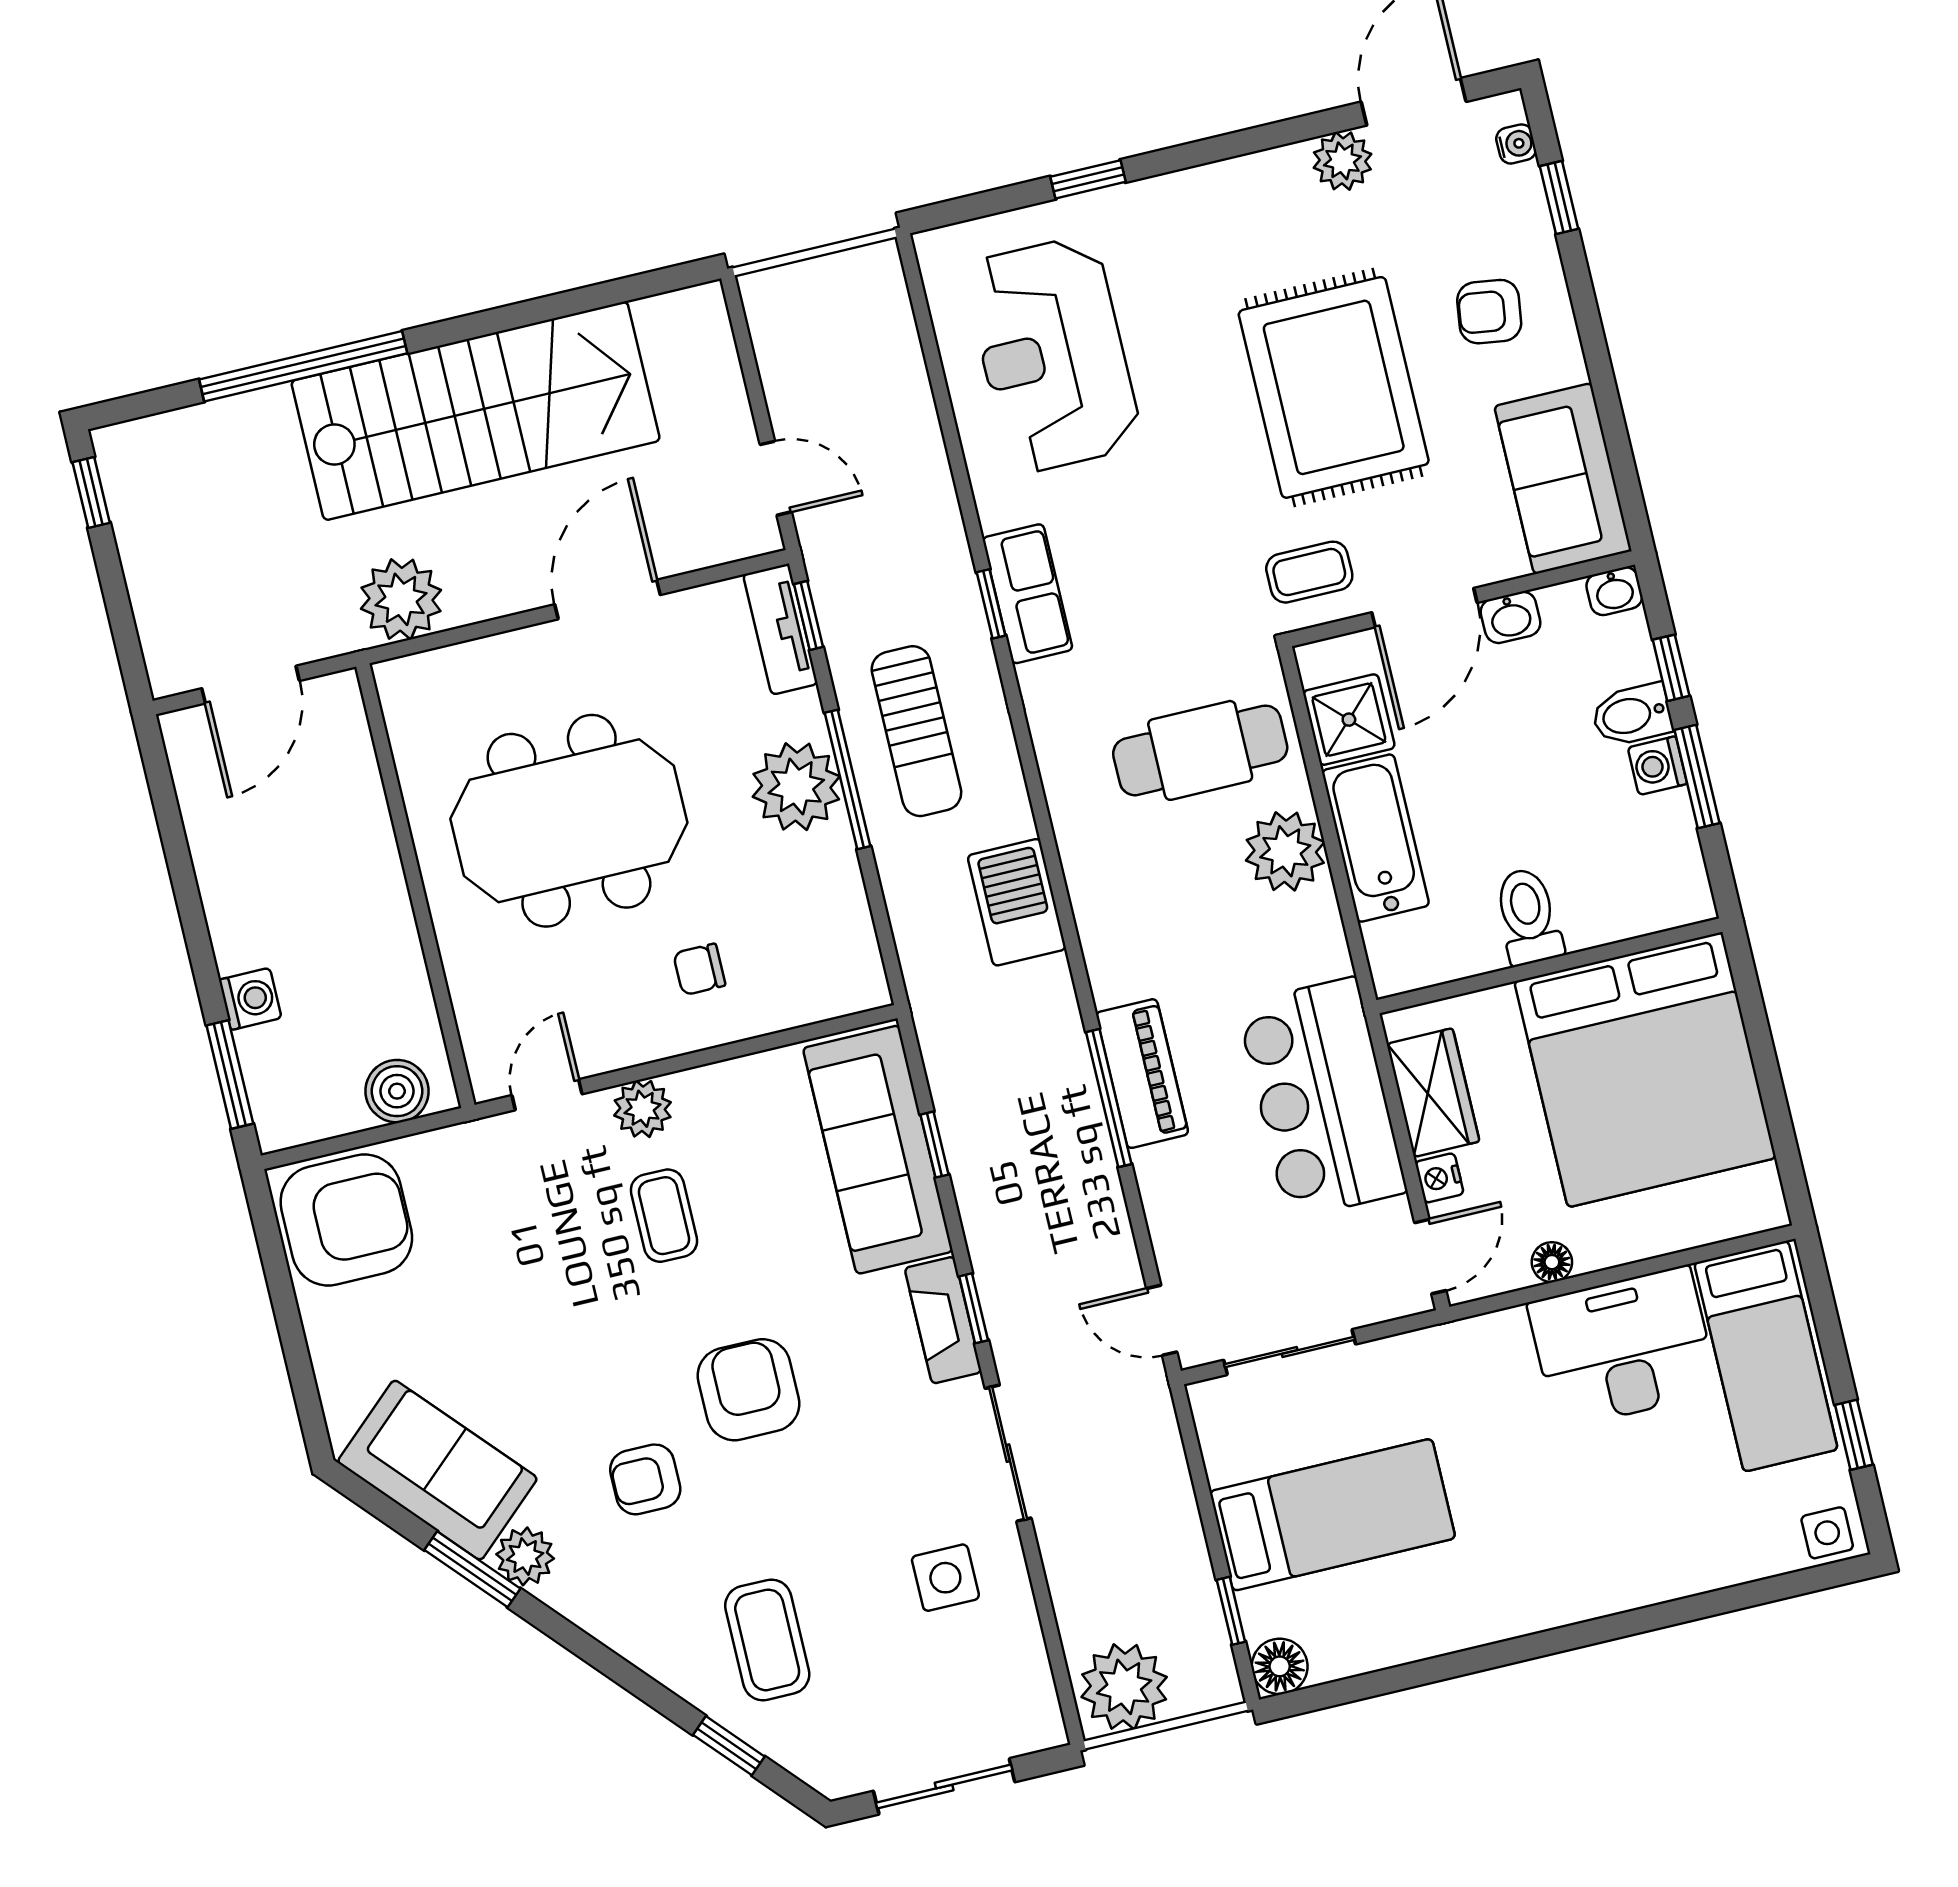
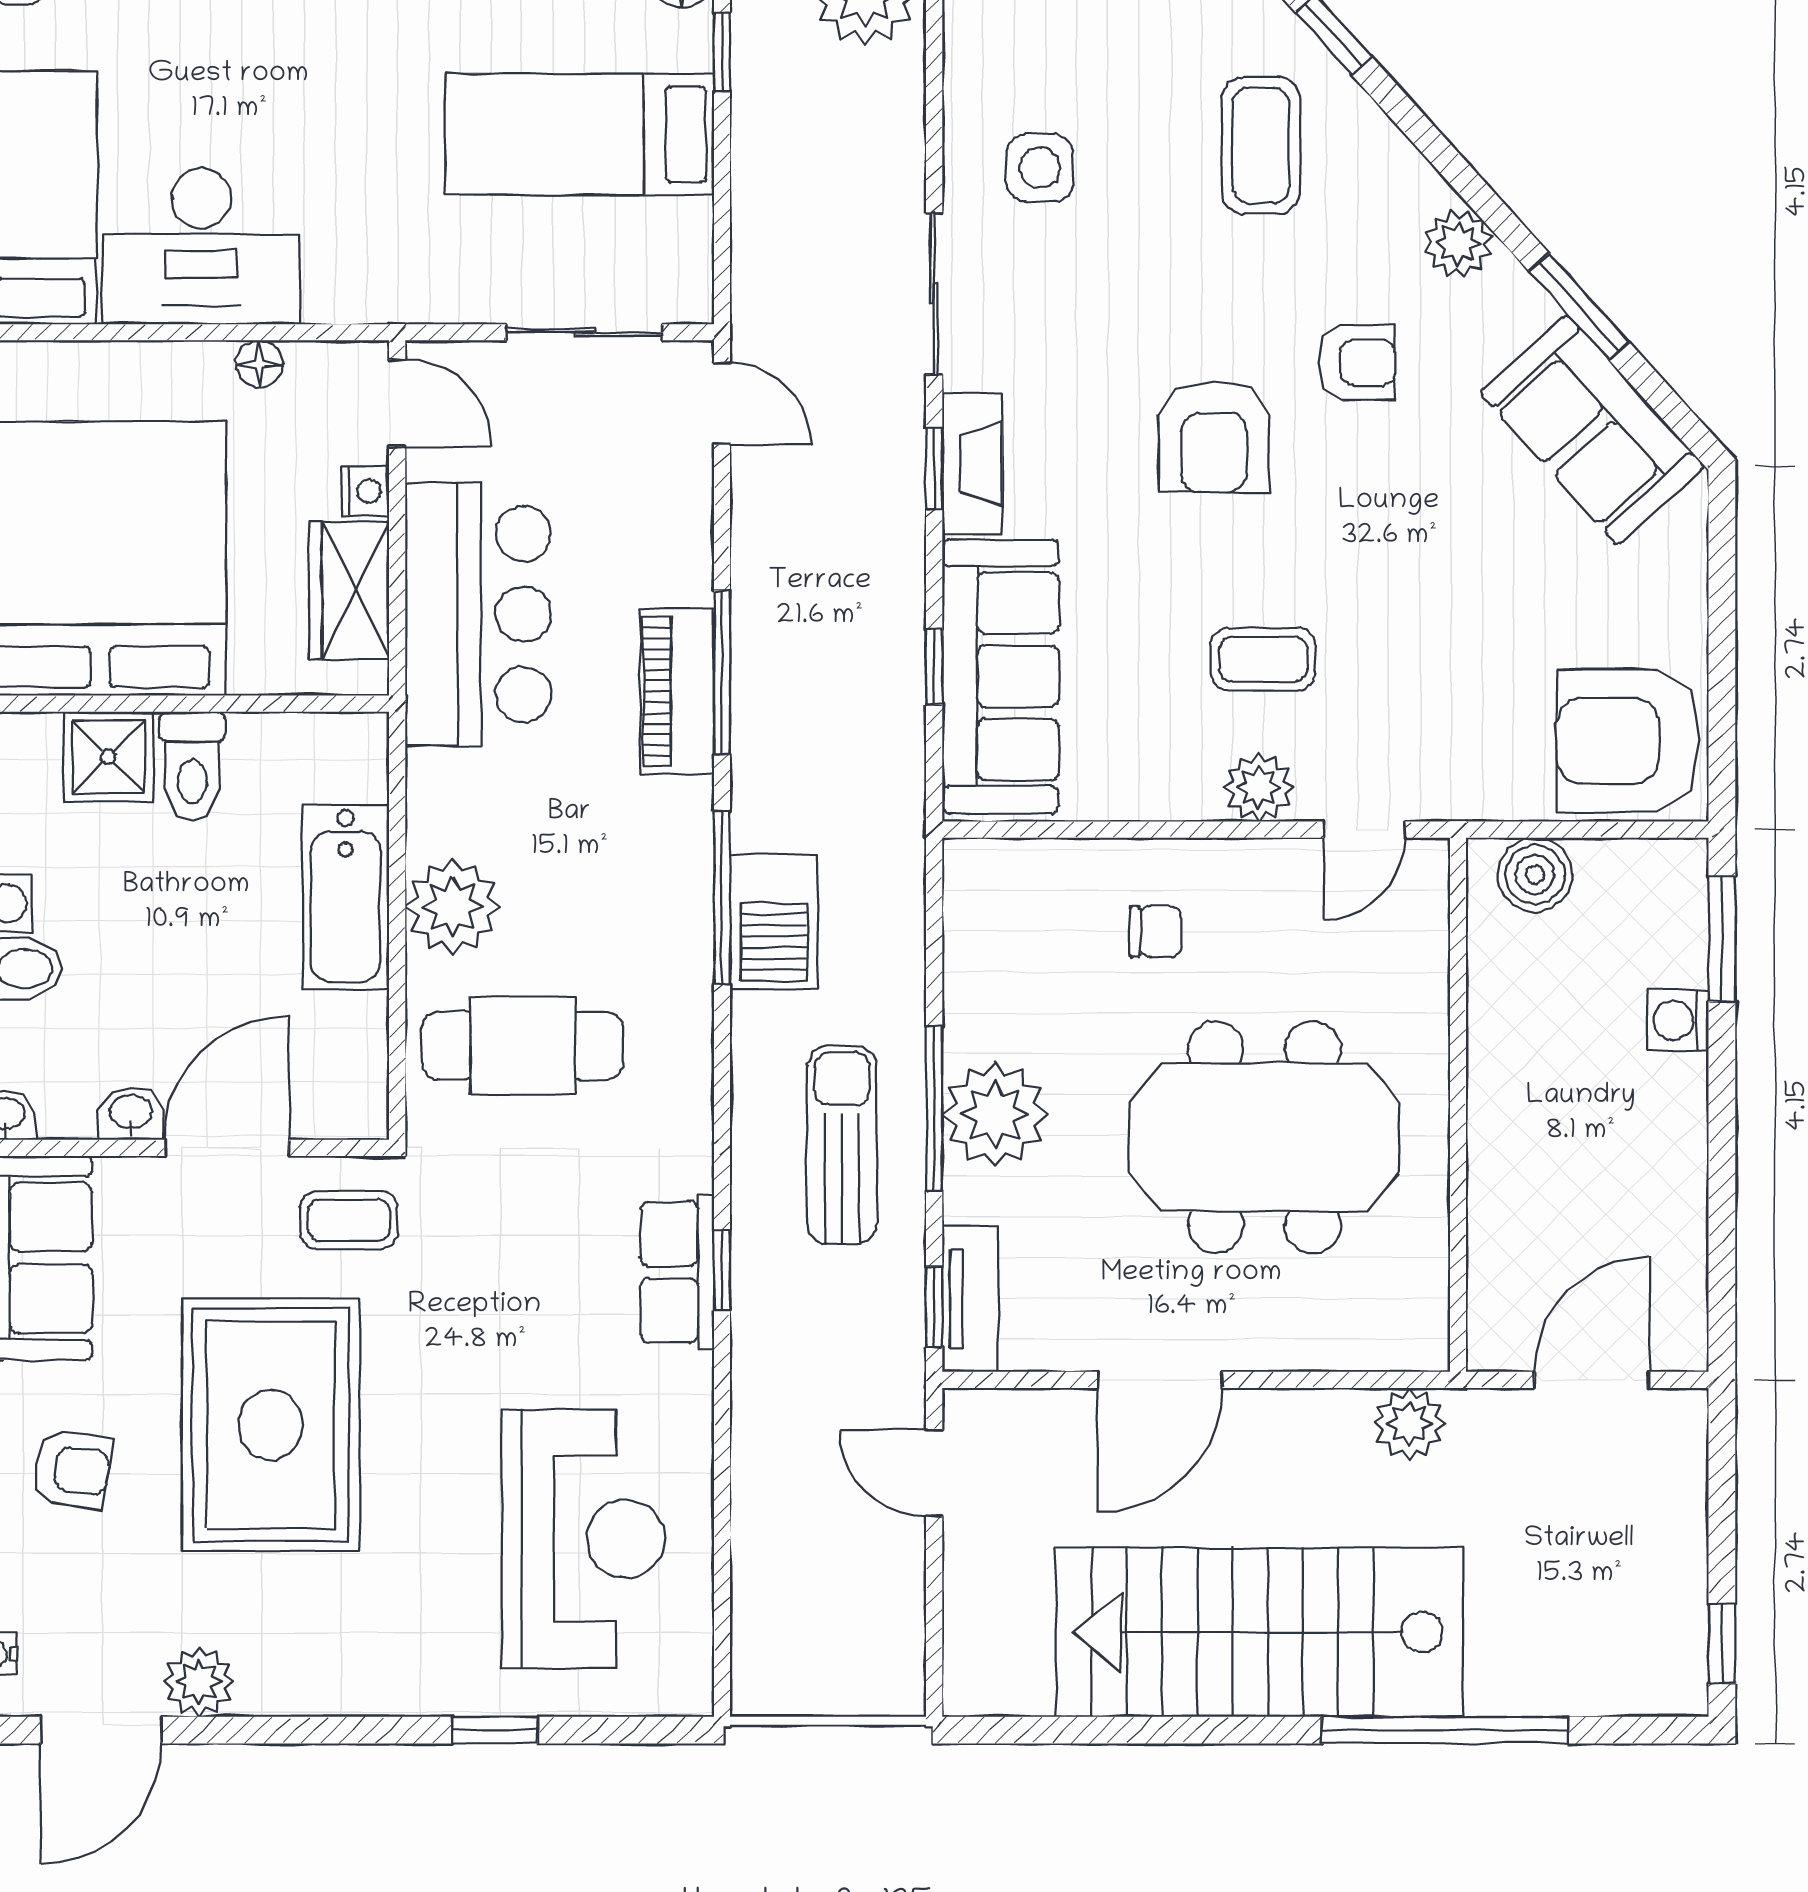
plant: (401, 599) -> (1409, 1424), width x0.73, depth x0.73
shower: (1349, 720) -> (108, 757), moved
window: (1064, 912) -> (722, 898), added
coffee table: (664, 1216) -> (1263, 659), turned 90
door: (1430, 1257) -> (397, 403), swing flipped
plant: (525, 1556) -> (1458, 244), moved

